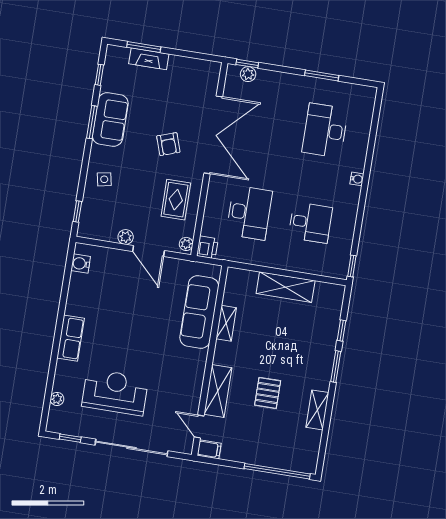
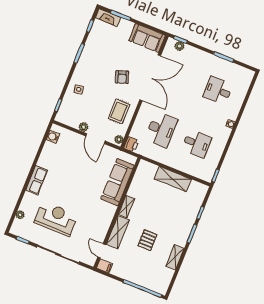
fireplace: (149, 59) -> (108, 18), moved
sofa: (110, 120) -> (147, 38), moved, turned 90
desk: (325, 131) -> (218, 90), width x0.73
shelving: (226, 323) -> (126, 207), moved

